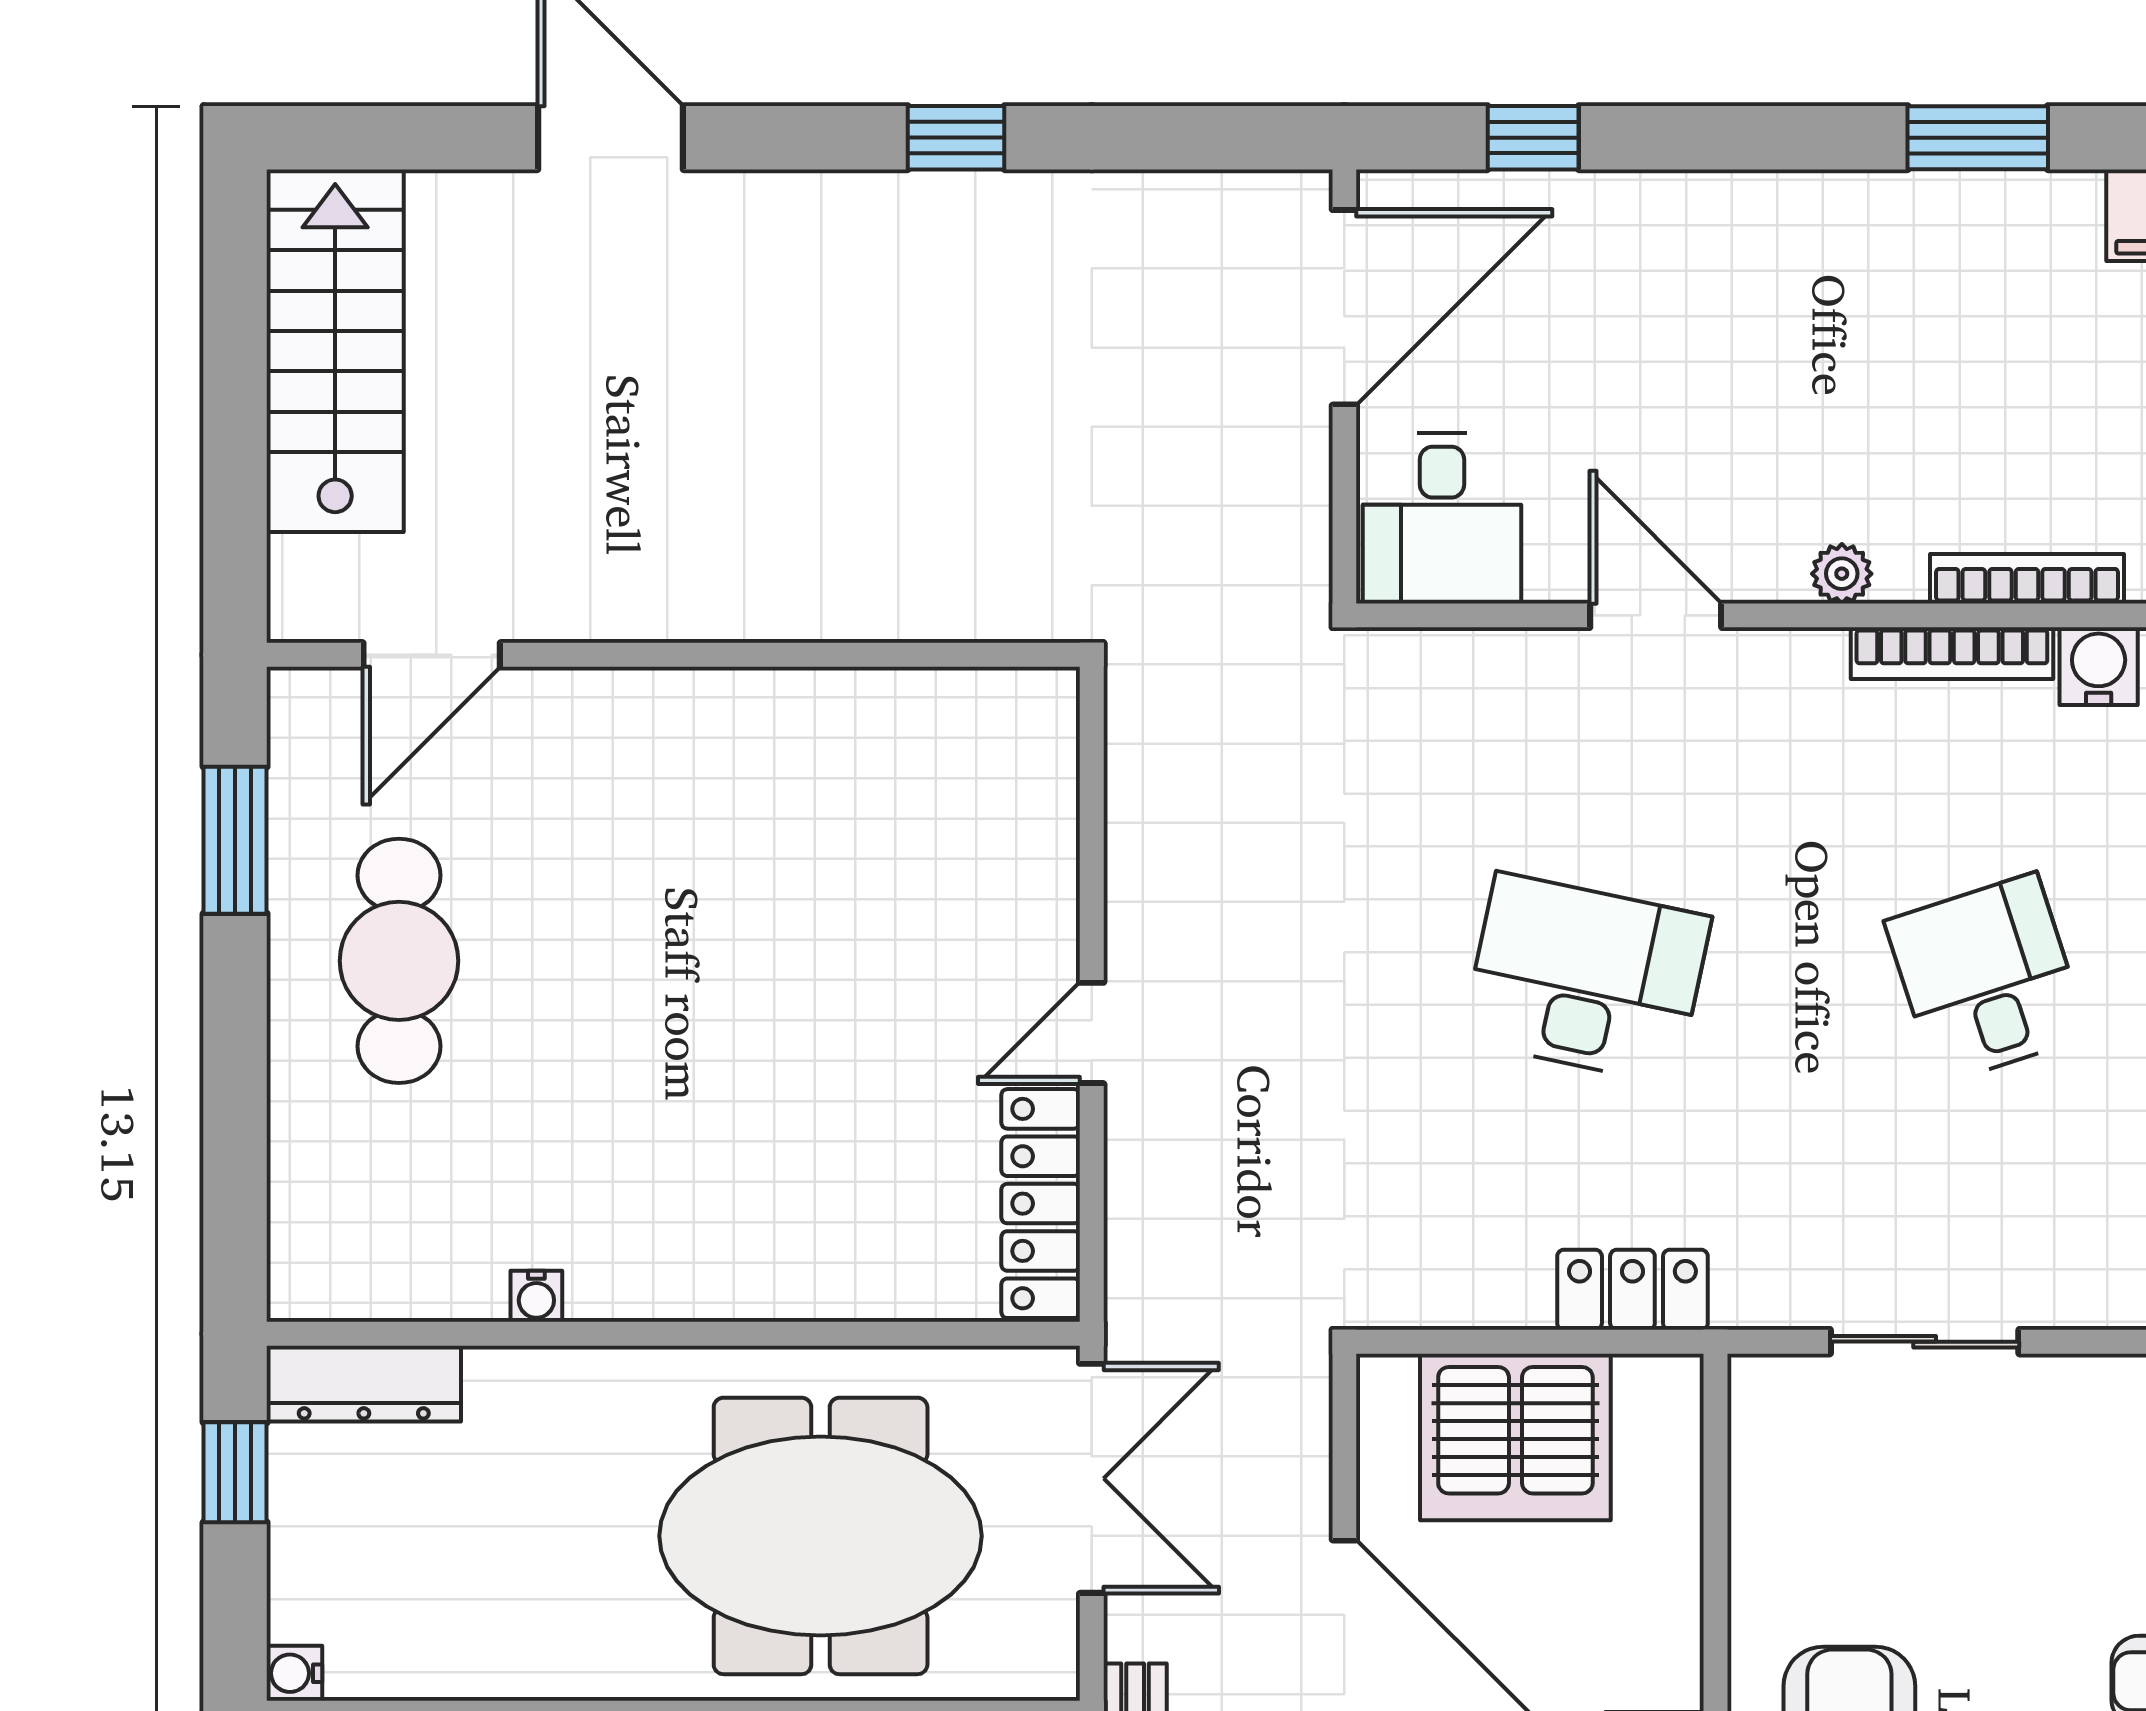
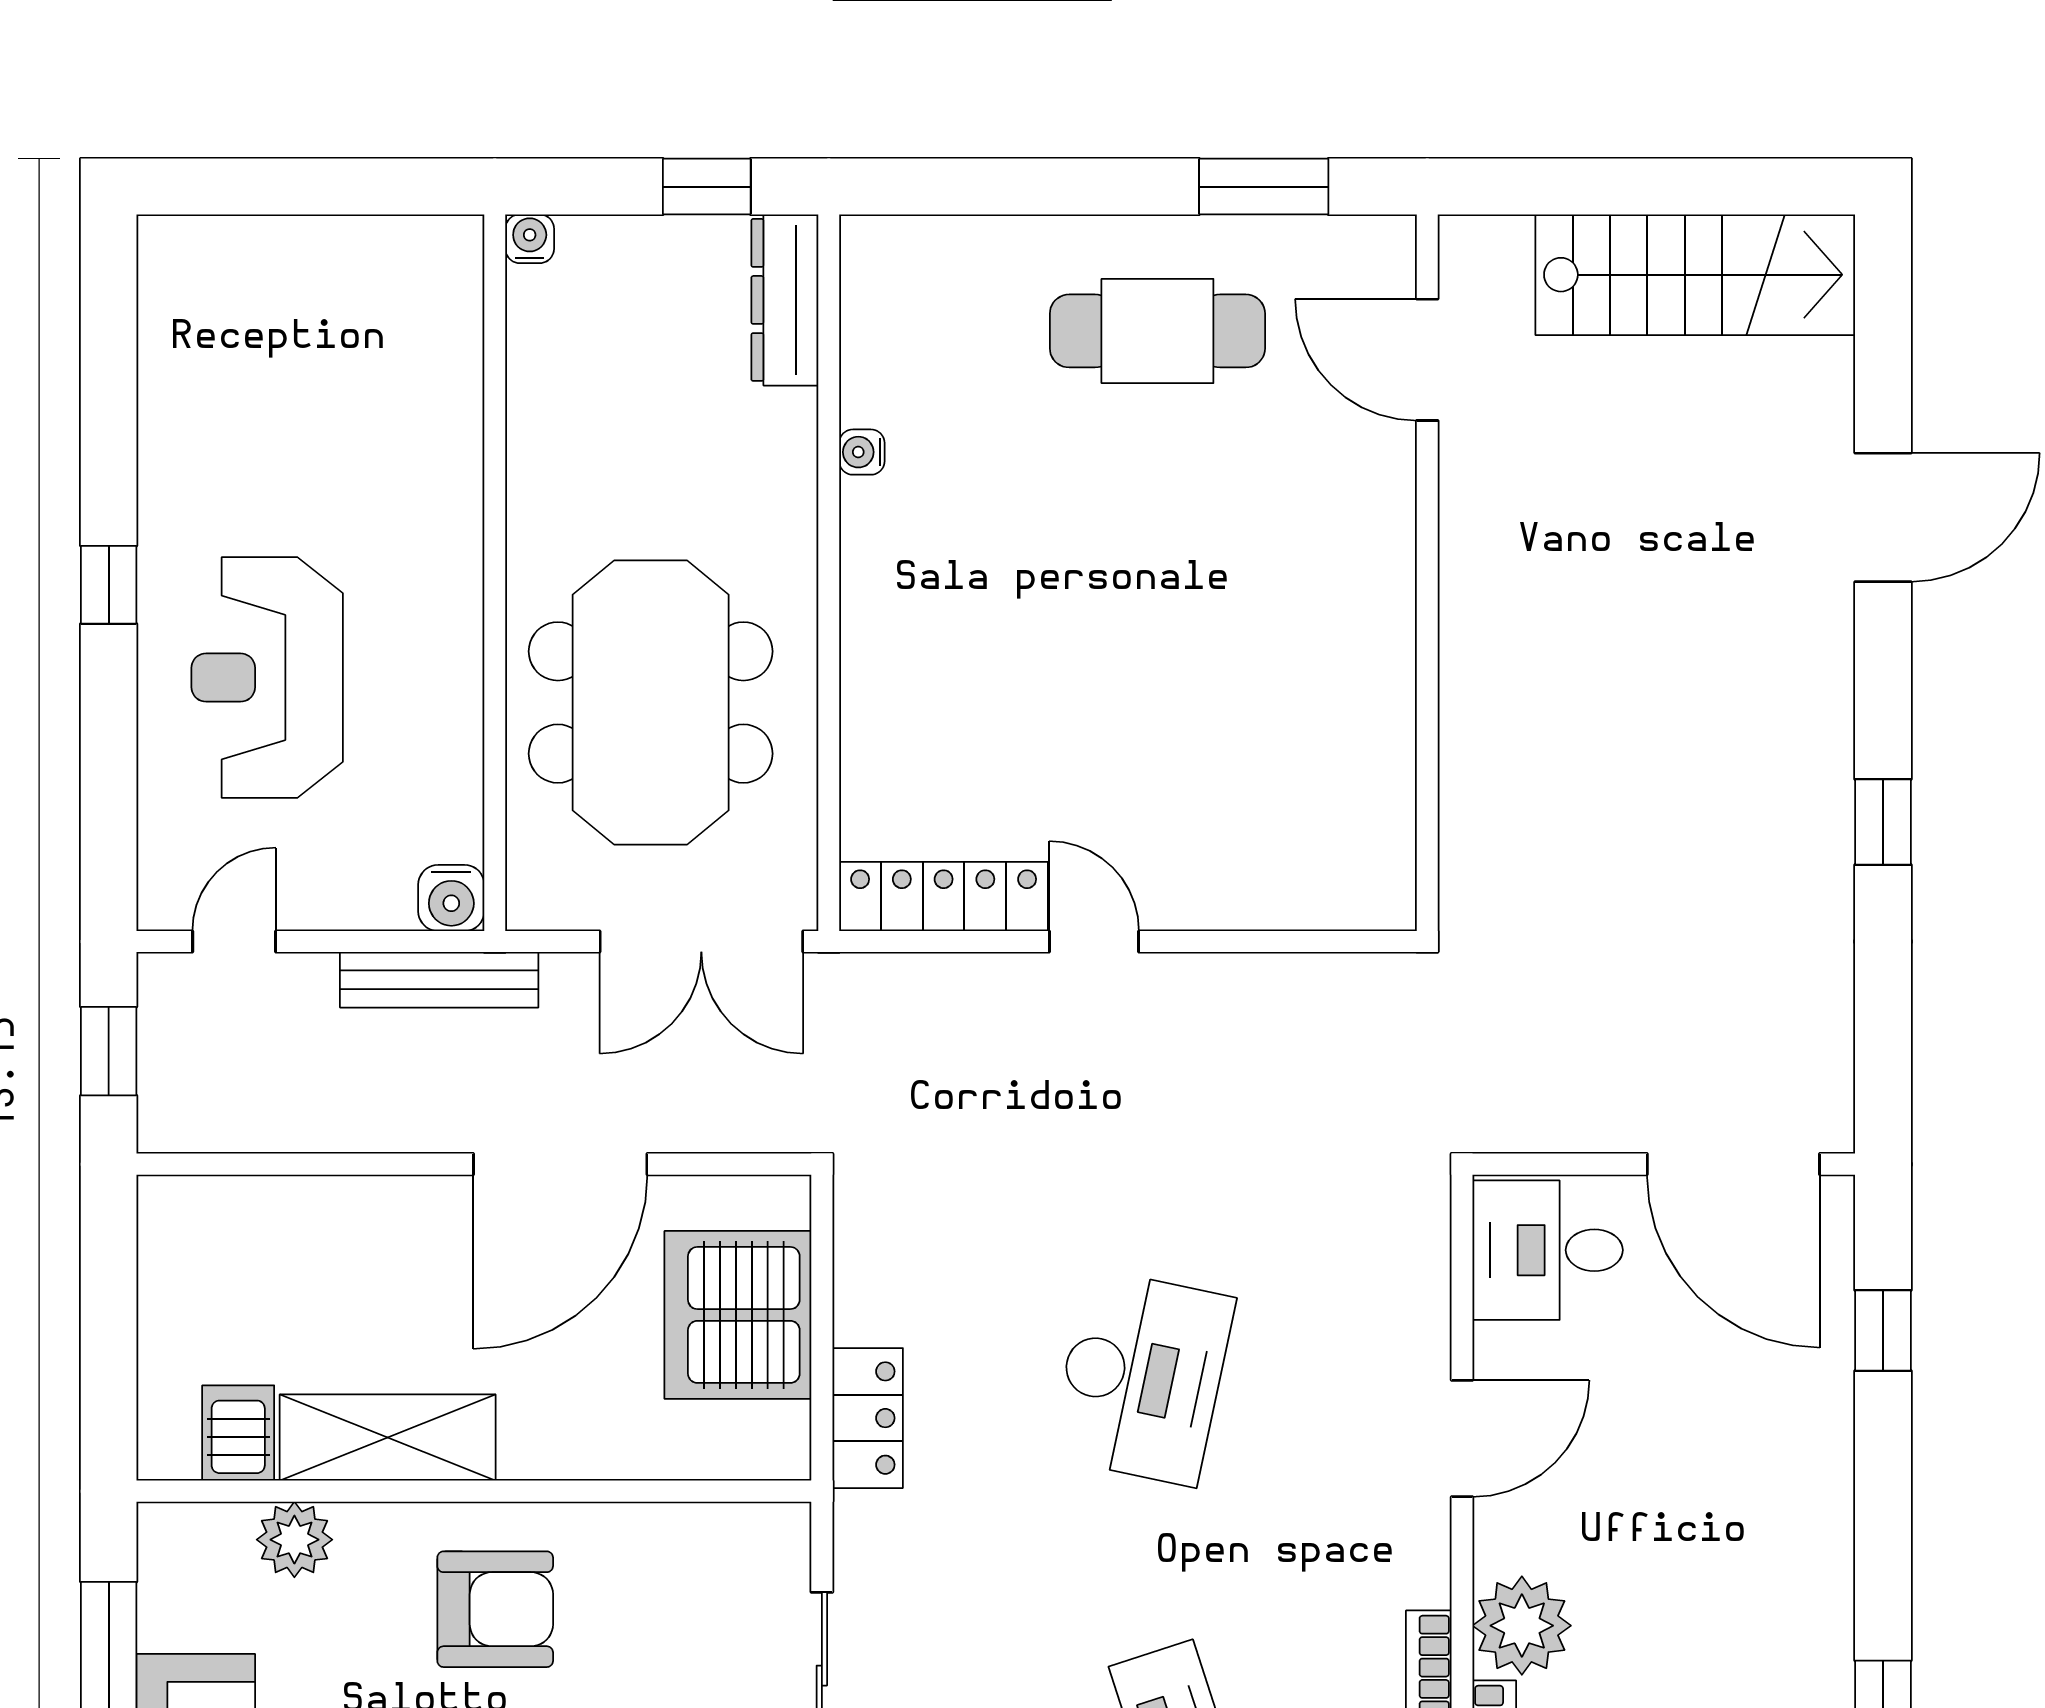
plant: (1842, 574) -> (1522, 1626), width x1.87, depth x1.87

